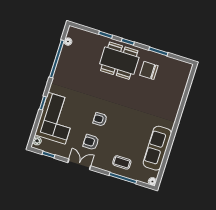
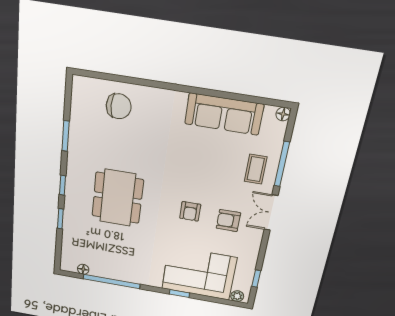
dining table: (119, 61) -> (118, 198), moved
chair: (149, 70) -> (119, 106), moved, turned -90
armchair: (91, 142) -> (228, 221), turned 90
double door: (79, 164) -> (271, 213), moved

